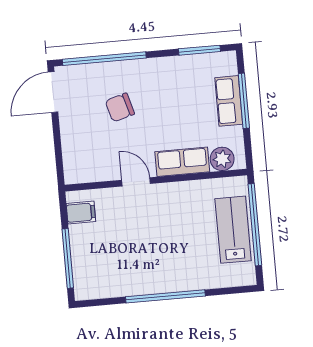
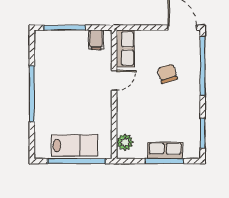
row of seats: (182, 162) -> (125, 48), moved

